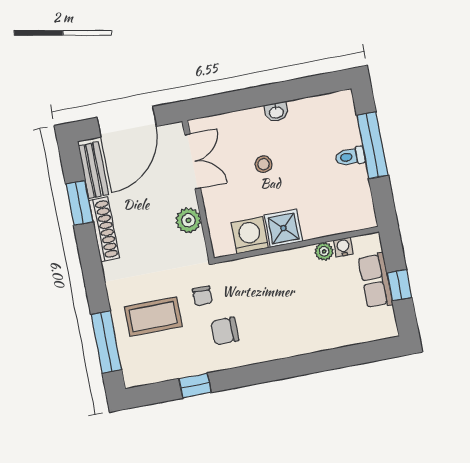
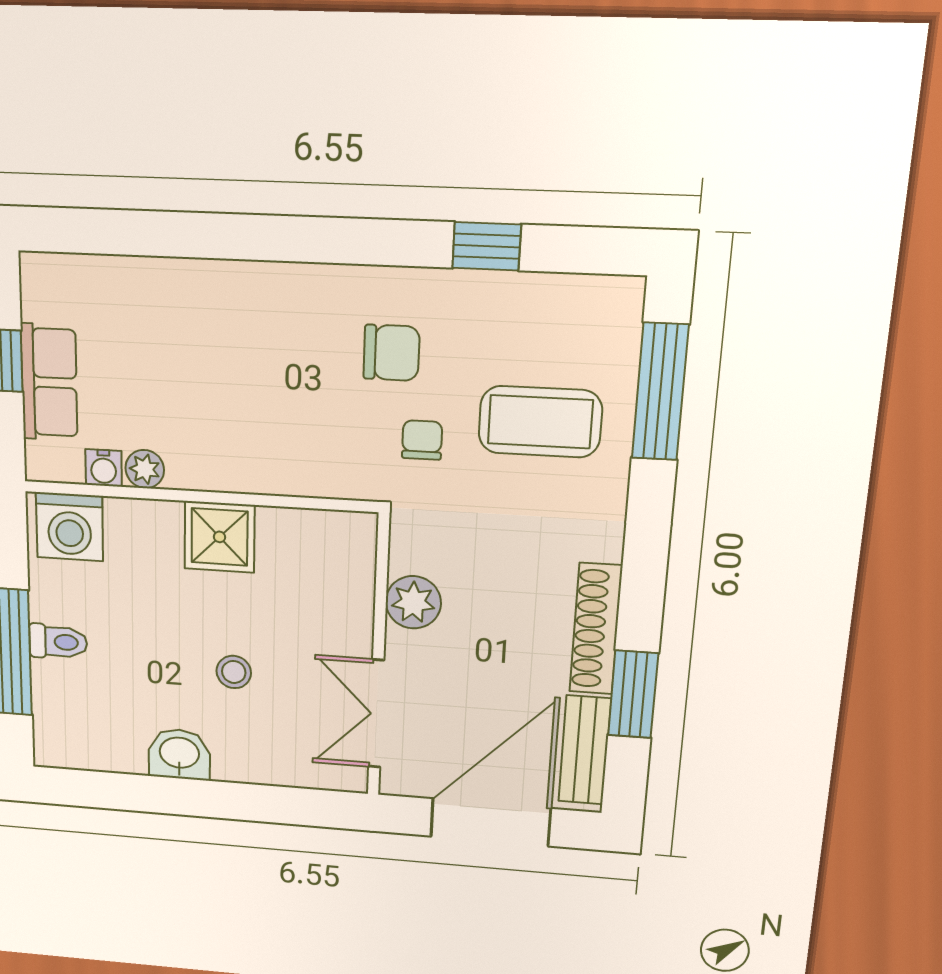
washbasin: (276, 112) -> (179, 754), width x1.38, depth x1.45
washing machine: (250, 235) -> (70, 527), moved

